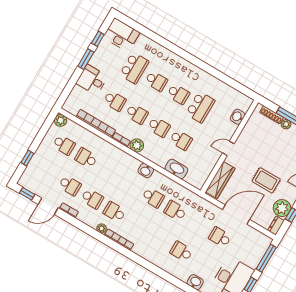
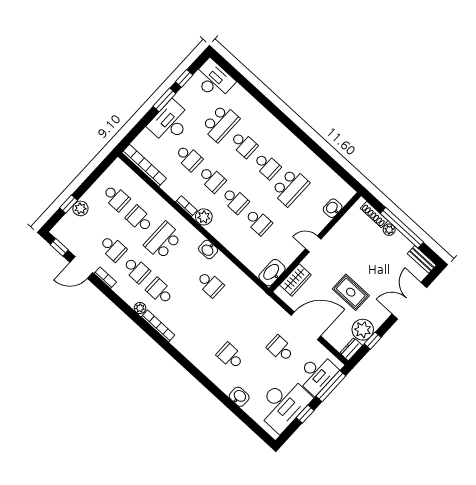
desk: (92, 80) -> (170, 122), width x1.37
plant: (61, 120) -> (80, 208), moved
bookcase: (96, 123) -> (144, 165), moved
washbasin: (176, 169) -> (272, 273), moved, turned -90
wardrobe: (220, 180) -> (295, 280), width x0.67
school desk: (175, 211) -> (163, 241), moved, width x1.85
desk: (253, 251) -> (317, 374), added

